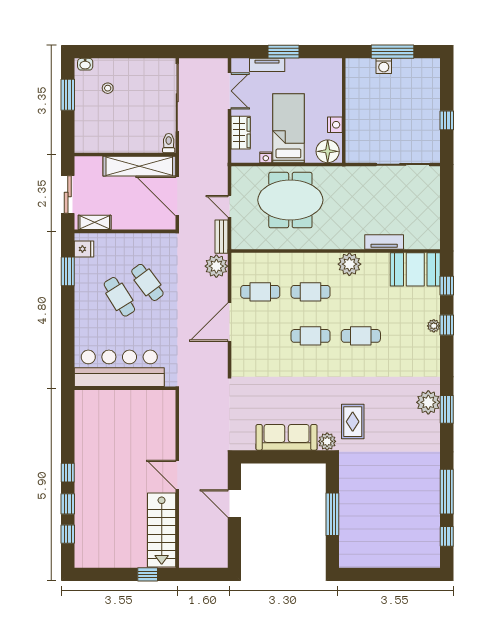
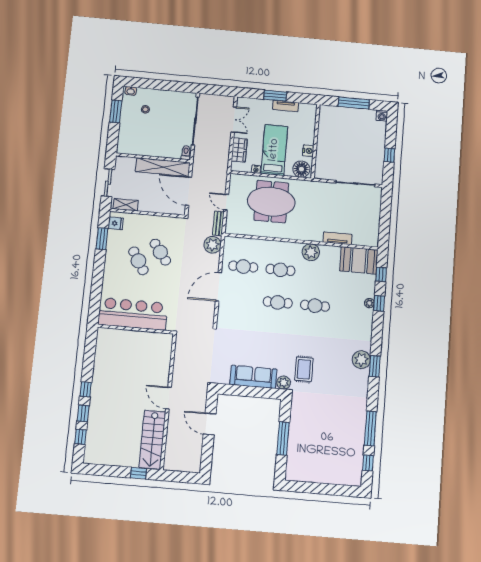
tv unit: (267, 65) -> (286, 106), moved
washing machine: (384, 66) -> (382, 116), moved

